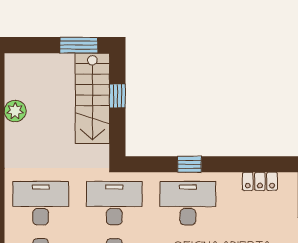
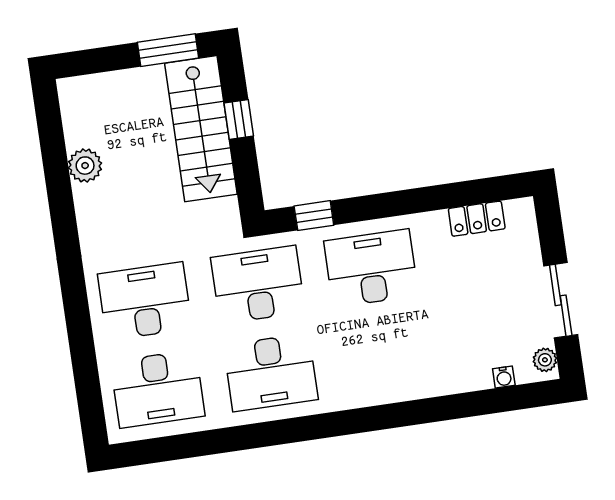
window: (189, 164) -> (314, 216), moved

